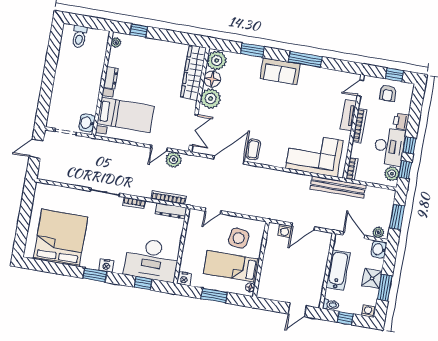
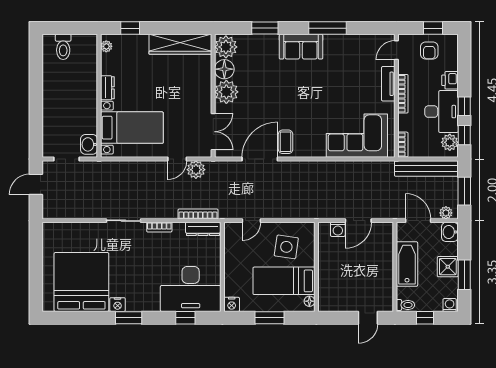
wardrobe: (193, 73) -> (180, 44), moved, turned -90
bench: (338, 187) -> (426, 168), moved
nightstand: (106, 265) -> (118, 305), moved

